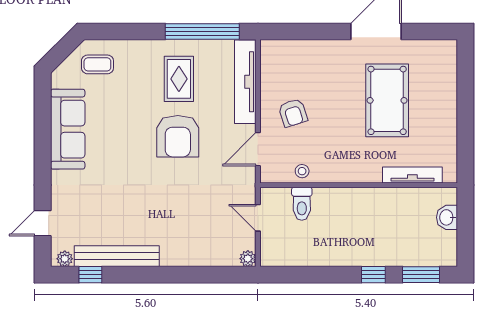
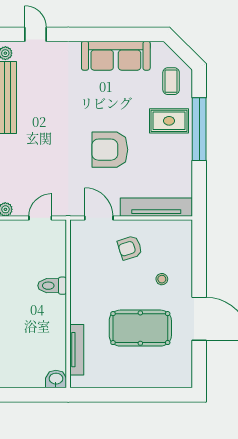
window: (202, 32) -> (199, 129), moved
rug: (179, 79) -> (169, 121), moved
stool: (302, 171) -> (162, 279), moved
toilet: (302, 204) -> (52, 286), moved
washbasin: (447, 217) -> (56, 379), moved

